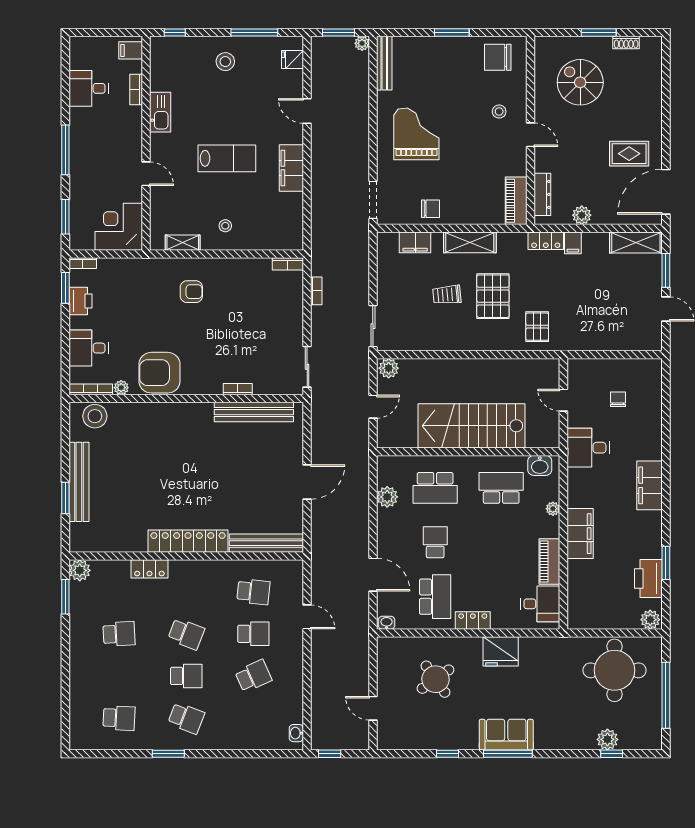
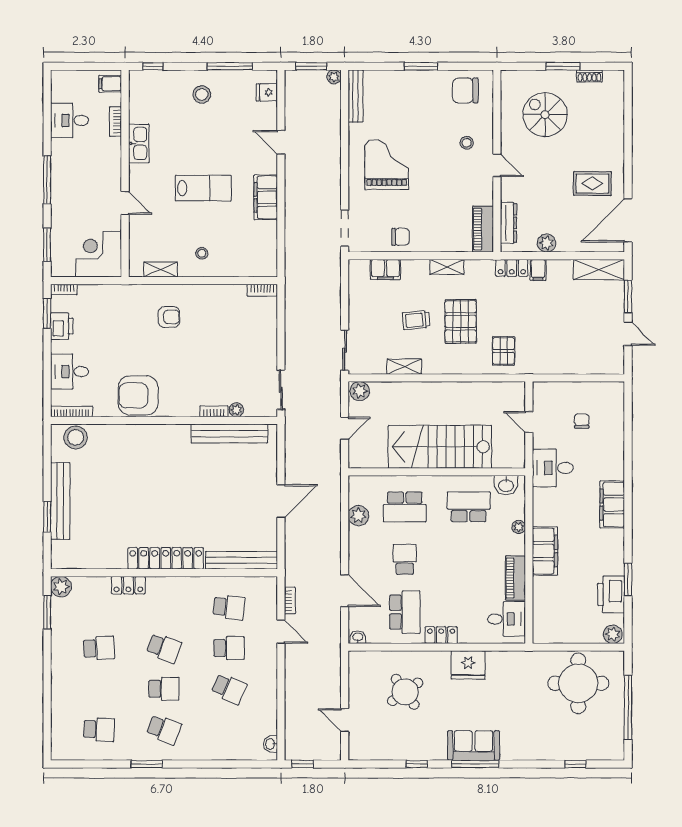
shelving: (470, 242) -> (447, 267), width x0.67, depth x0.75
bookcase: (316, 291) -> (290, 600), moved
shelving: (435, 343) -> (404, 367), added
plant: (121, 388) -> (236, 410), moved
school desk: (253, 676) -> (229, 689), turned 48
plant: (607, 739) -> (571, 750), removed

